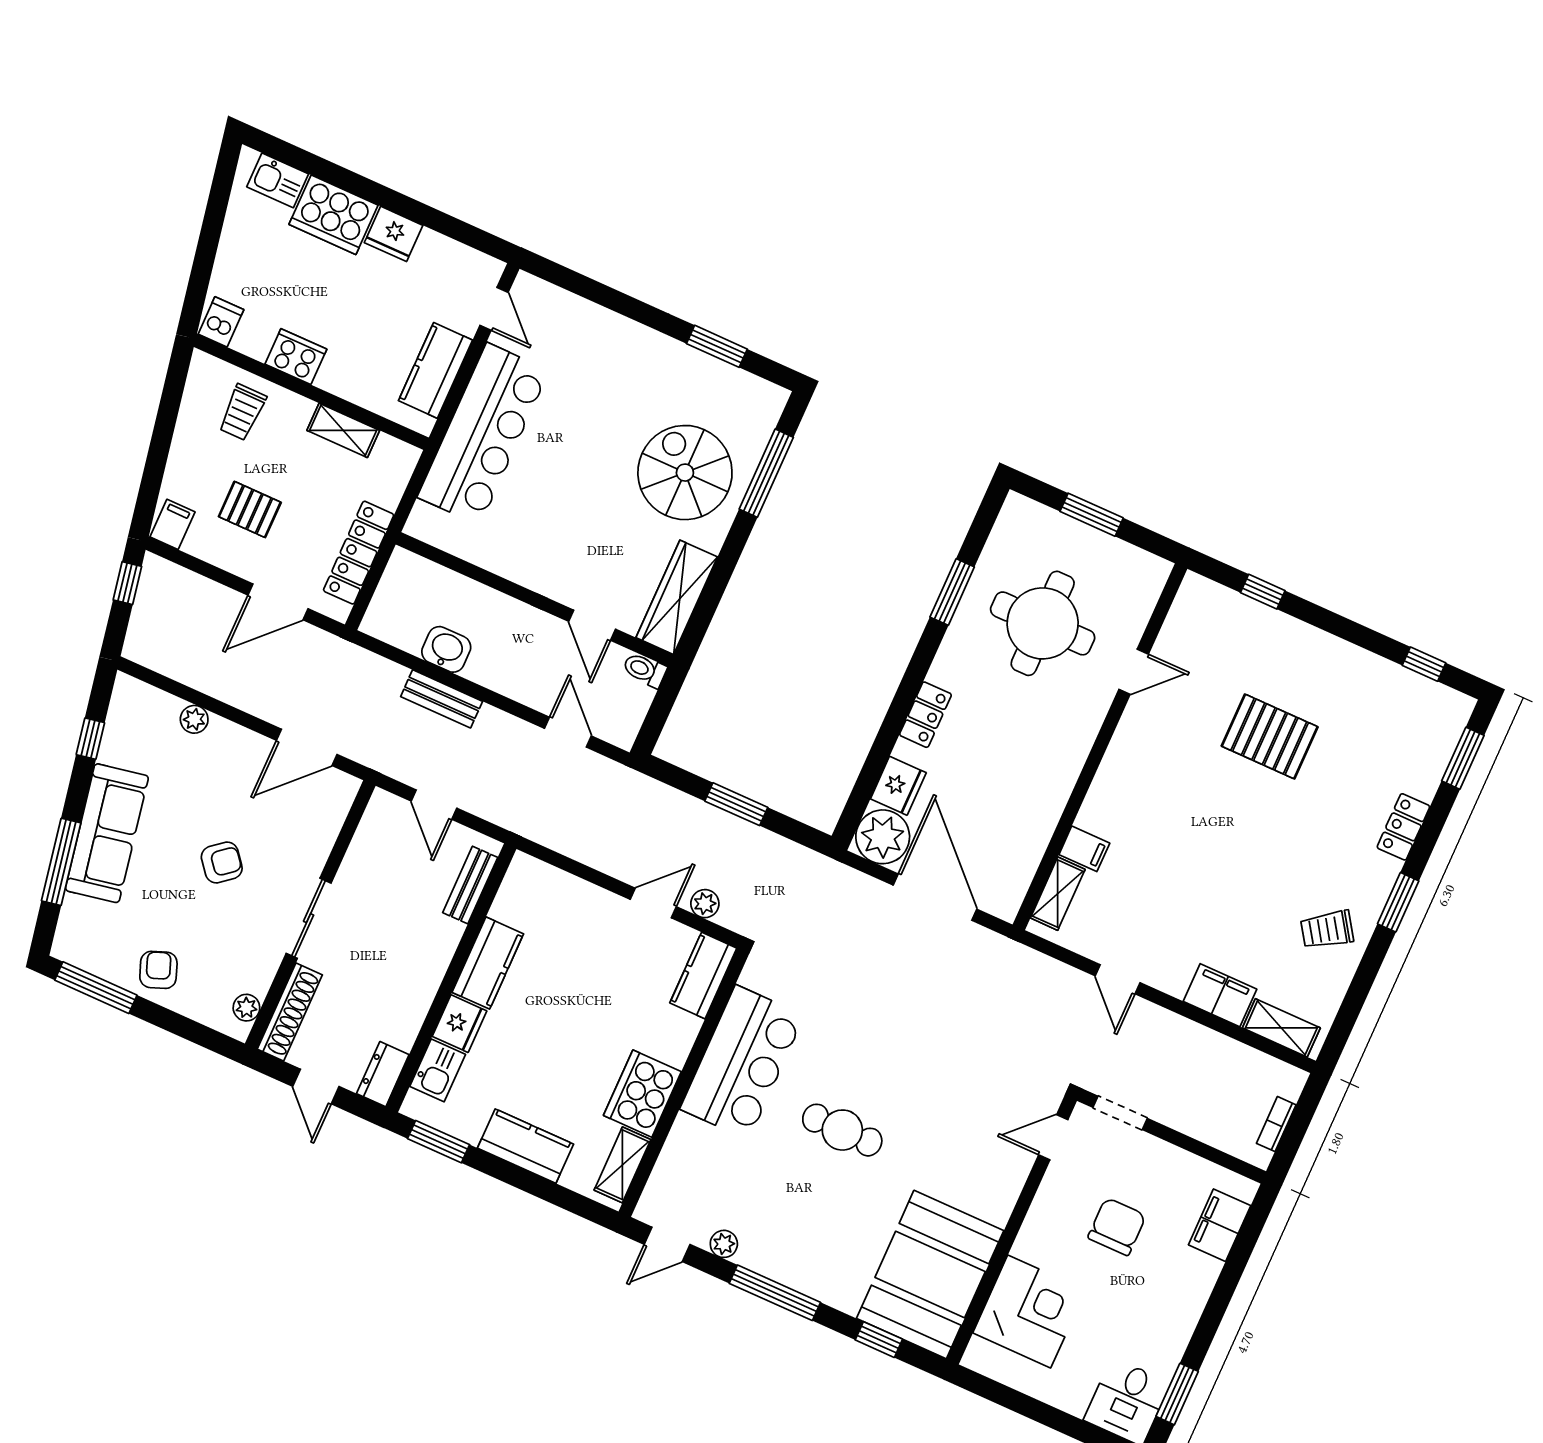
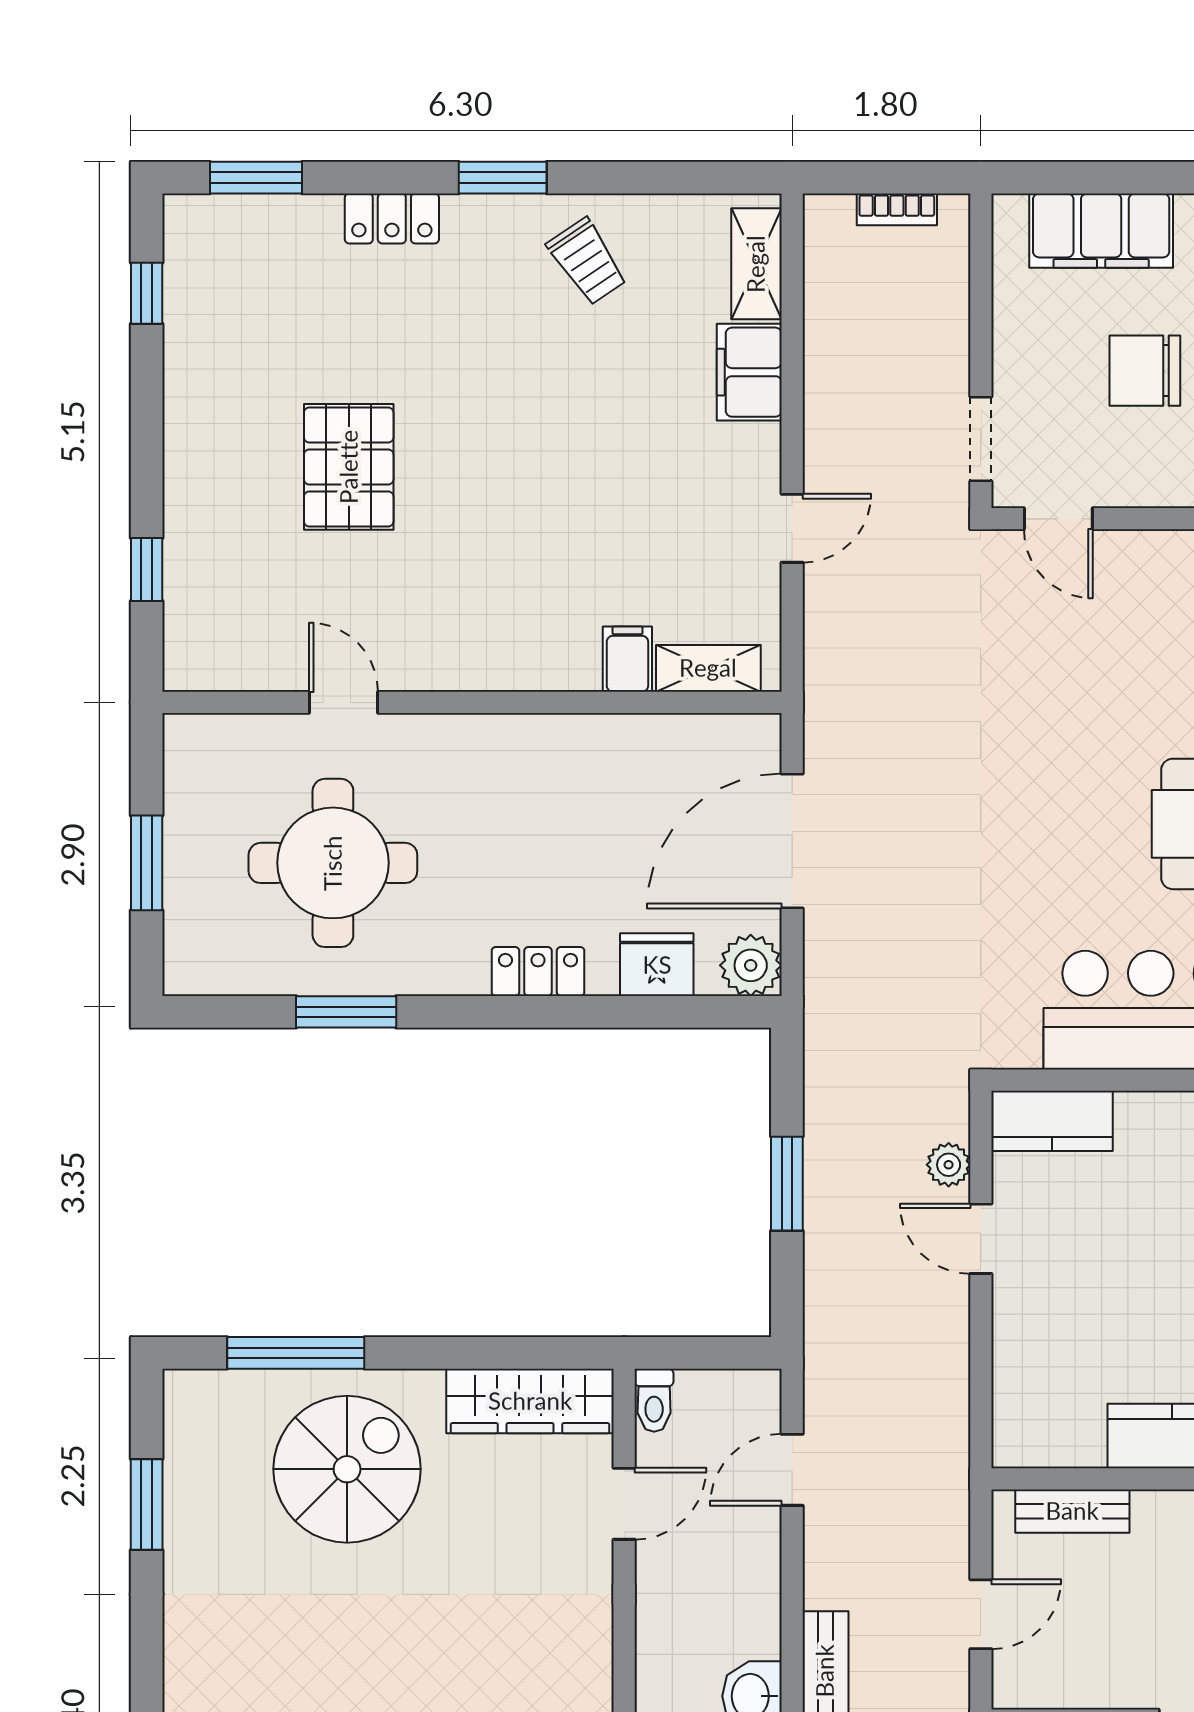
spiral stairs: (685, 473) -> (347, 1469), turned 180
plant: (883, 837) -> (751, 965), width x0.73, depth x0.73
filing cabinet: (1220, 1225) -> (1101, 231), width x1.50, depth x1.17

